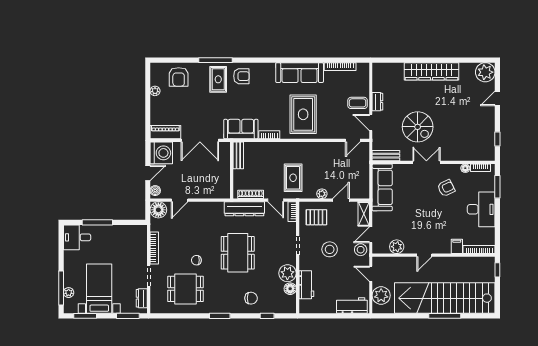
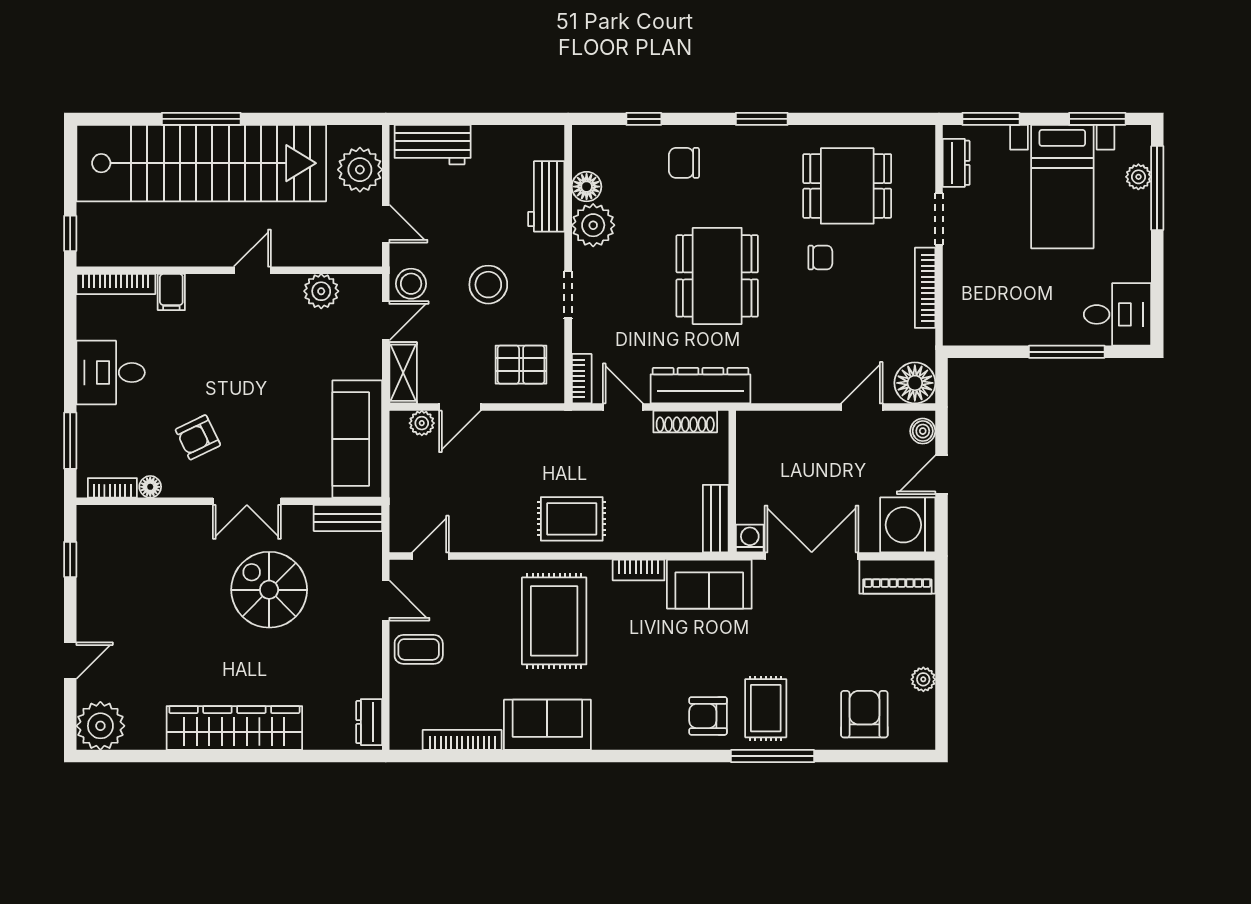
sofa: (300, 73) -> (547, 725), width x0.73
dresser: (377, 102) -> (369, 722), moved
washing machine: (225, 147) -> (750, 539), added
rug: (293, 178) -> (572, 519), moved, turned 90
plant: (322, 194) -> (422, 423), moved
desk: (481, 209) -> (111, 373), width x0.73

